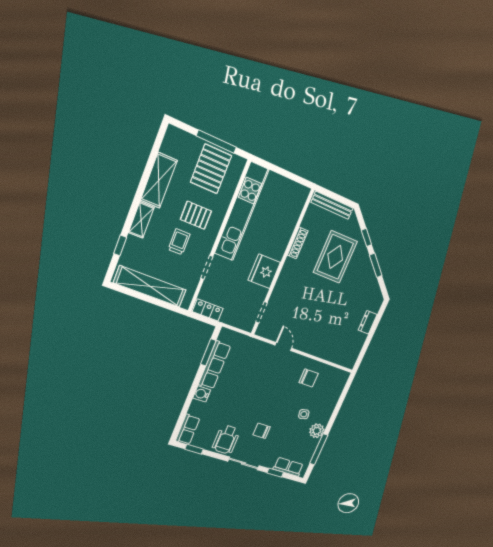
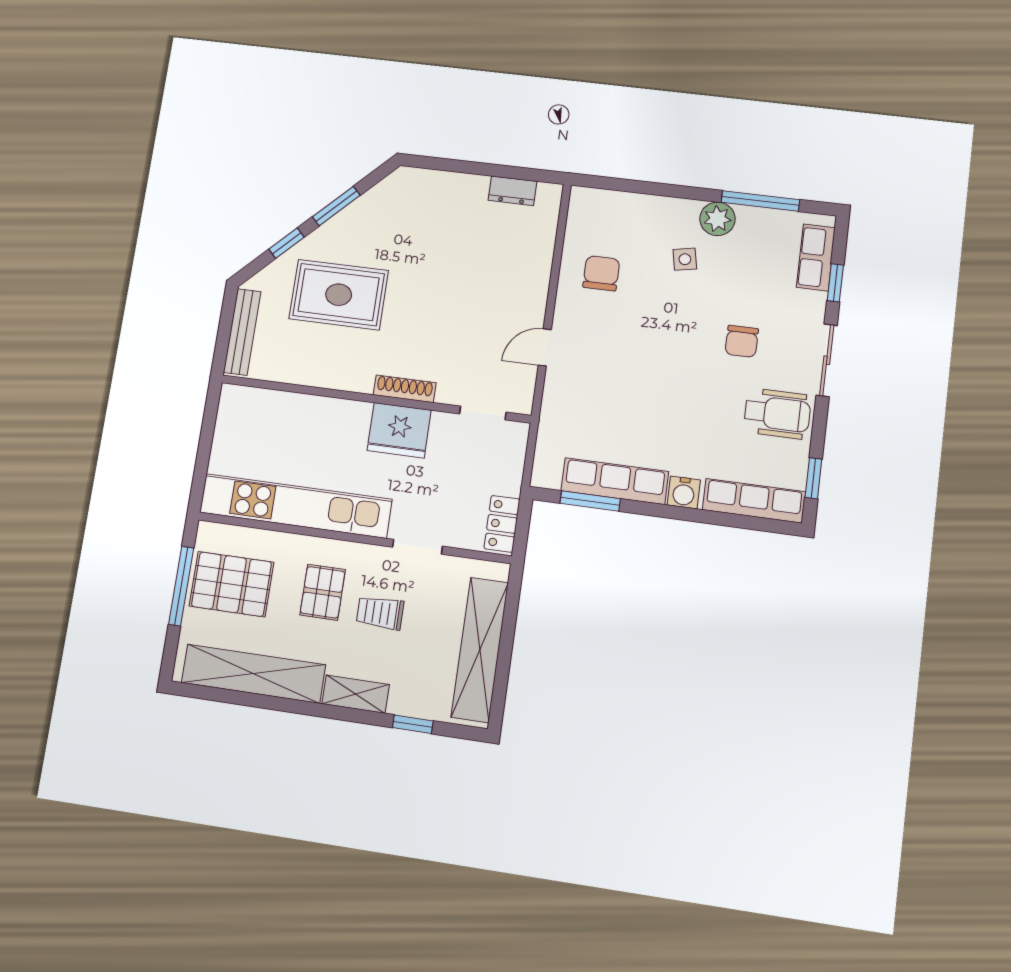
shelving: (159, 180) -> (253, 674), width x1.47
shoe rack: (298, 243) -> (405, 389), moved
dresser: (368, 322) -> (512, 191), moved
row of seats: (188, 429) -> (754, 501), width x1.48

